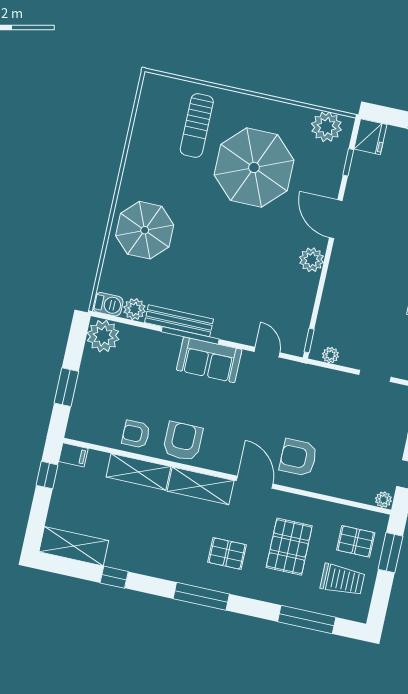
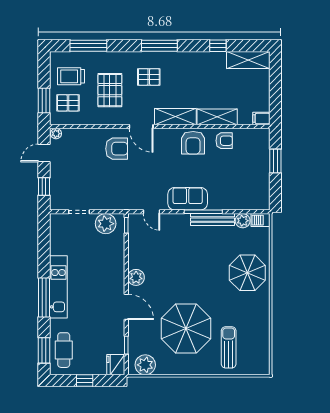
plant: (103, 336) -> (259, 199), removed
plant: (330, 355) -> (106, 224), width x1.88, depth x1.88
window: (47, 475) -> (275, 102), removed

